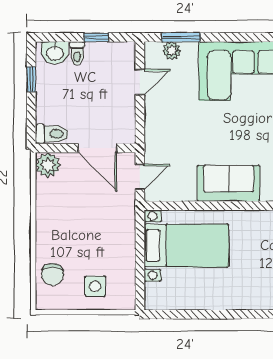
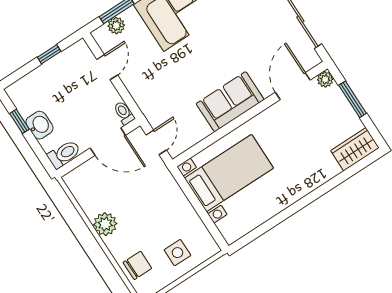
washbasin: (55, 53) -> (39, 125), moved, turned -90
toilet: (77, 53) -> (124, 113), moved, turned 180
plant: (48, 165) -> (105, 224), moved
chair: (52, 274) -> (137, 265), turned -90

